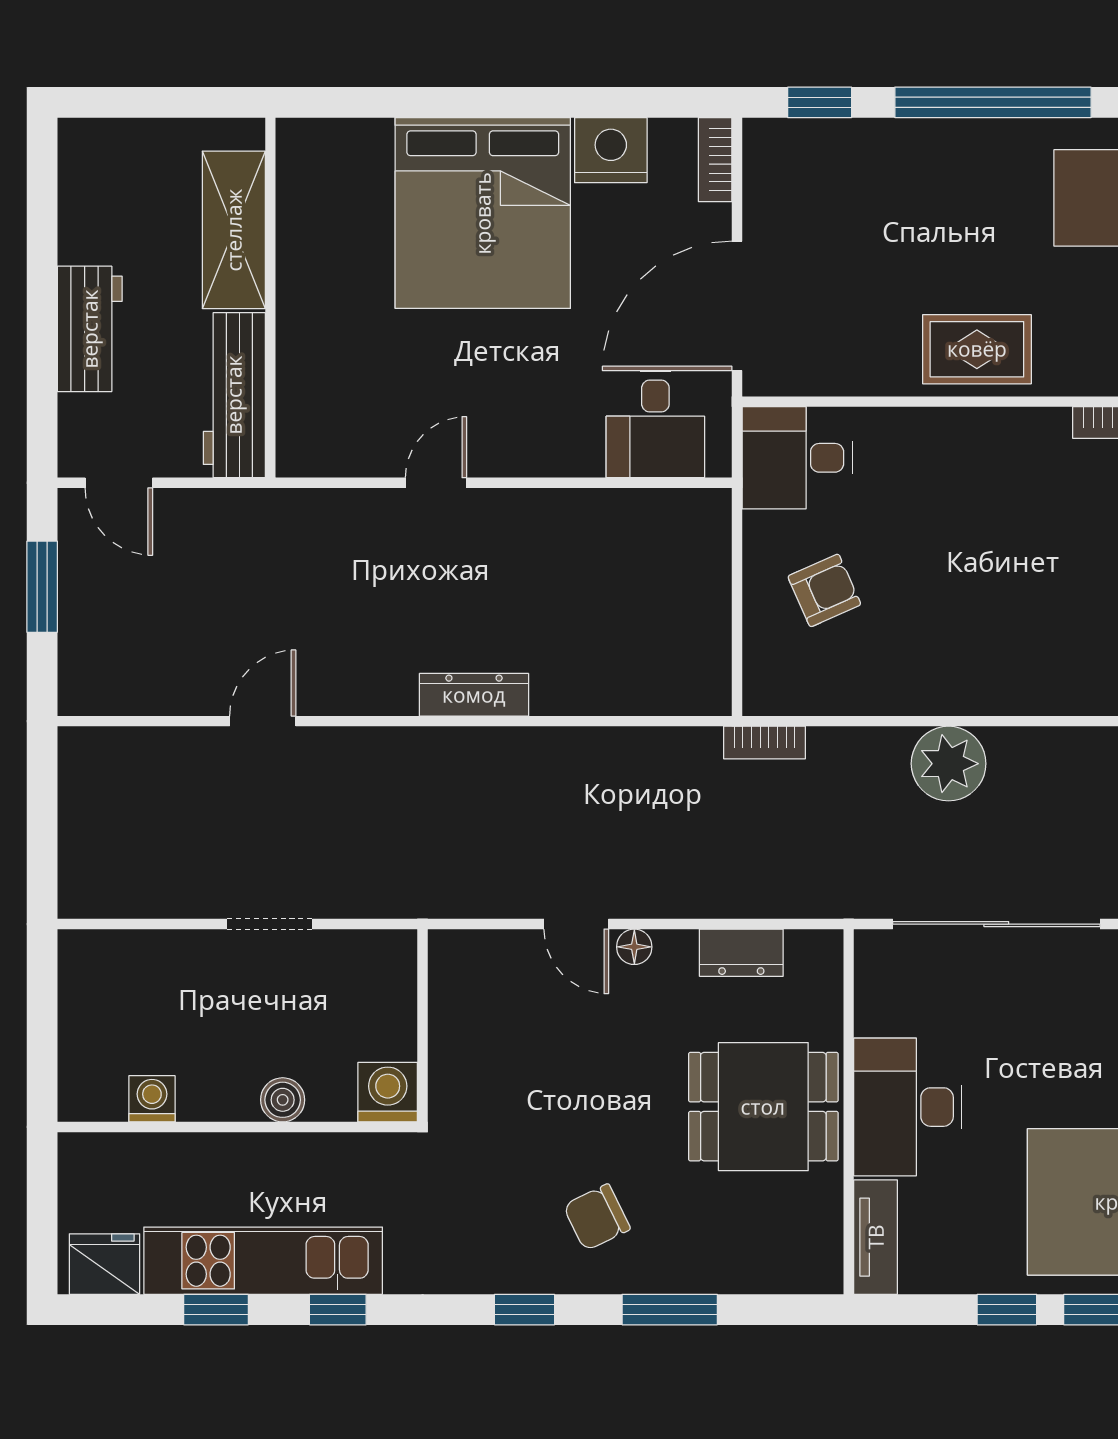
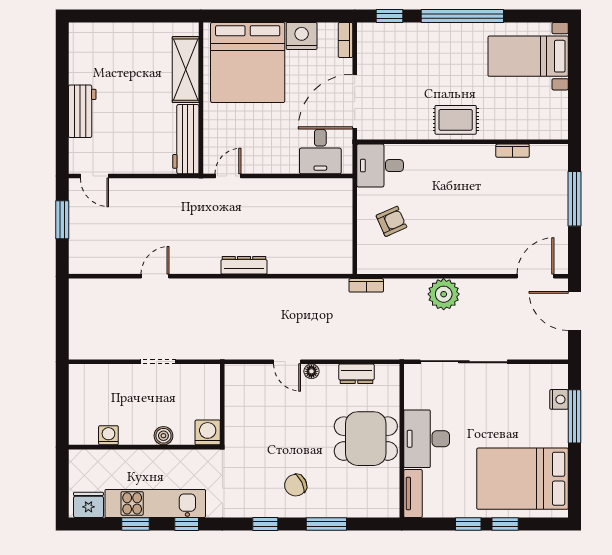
shelving: (234, 230) -> (186, 70), moved
wall: (270, 298) -> (201, 98), moved
workbench: (234, 395) -> (186, 139), moved

